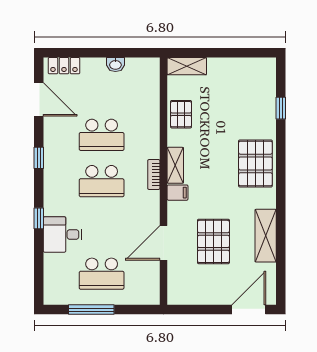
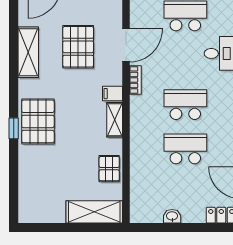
shelving: (187, 66) -> (94, 212), width x1.50, depth x1.33
window: (281, 108) -> (14, 128), moved
bookcase: (154, 174) -> (135, 80), moved

